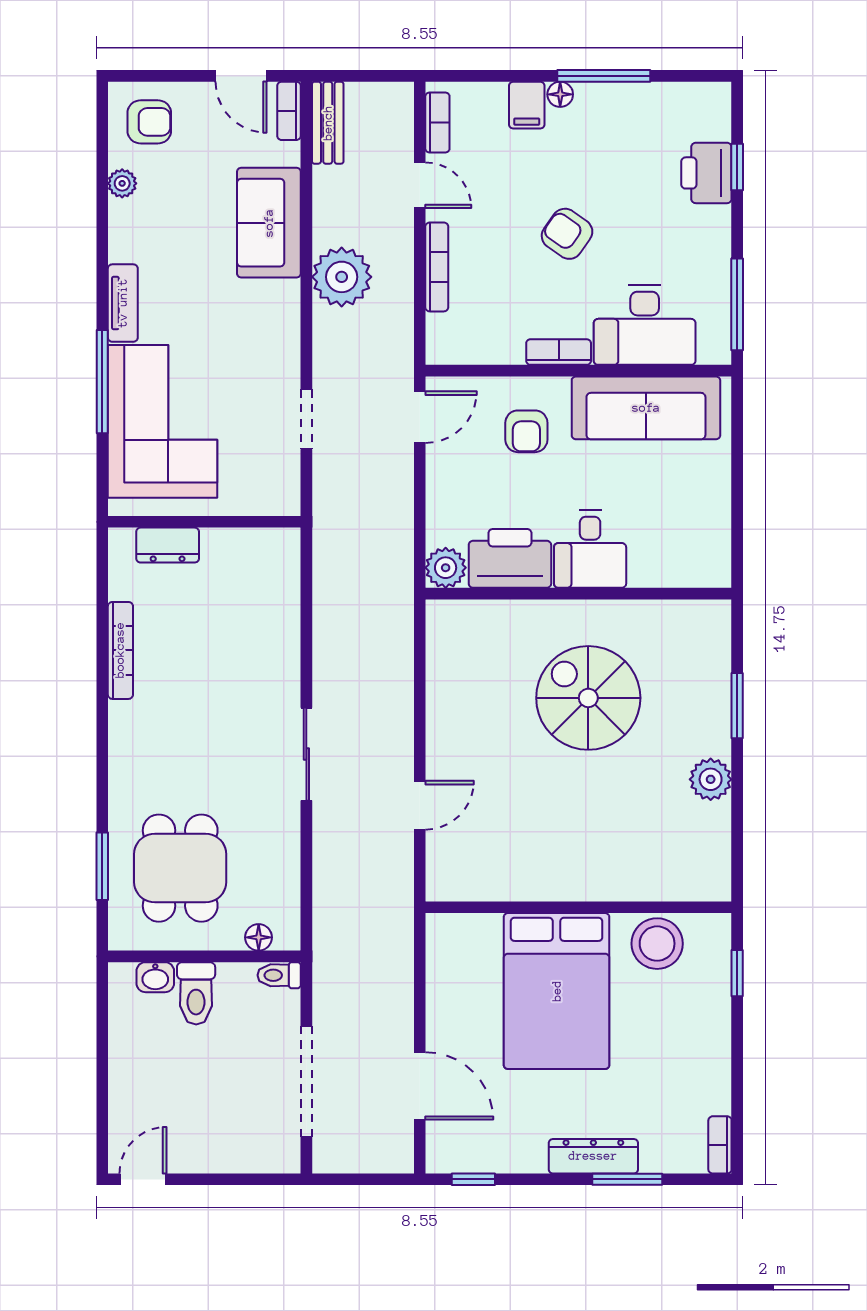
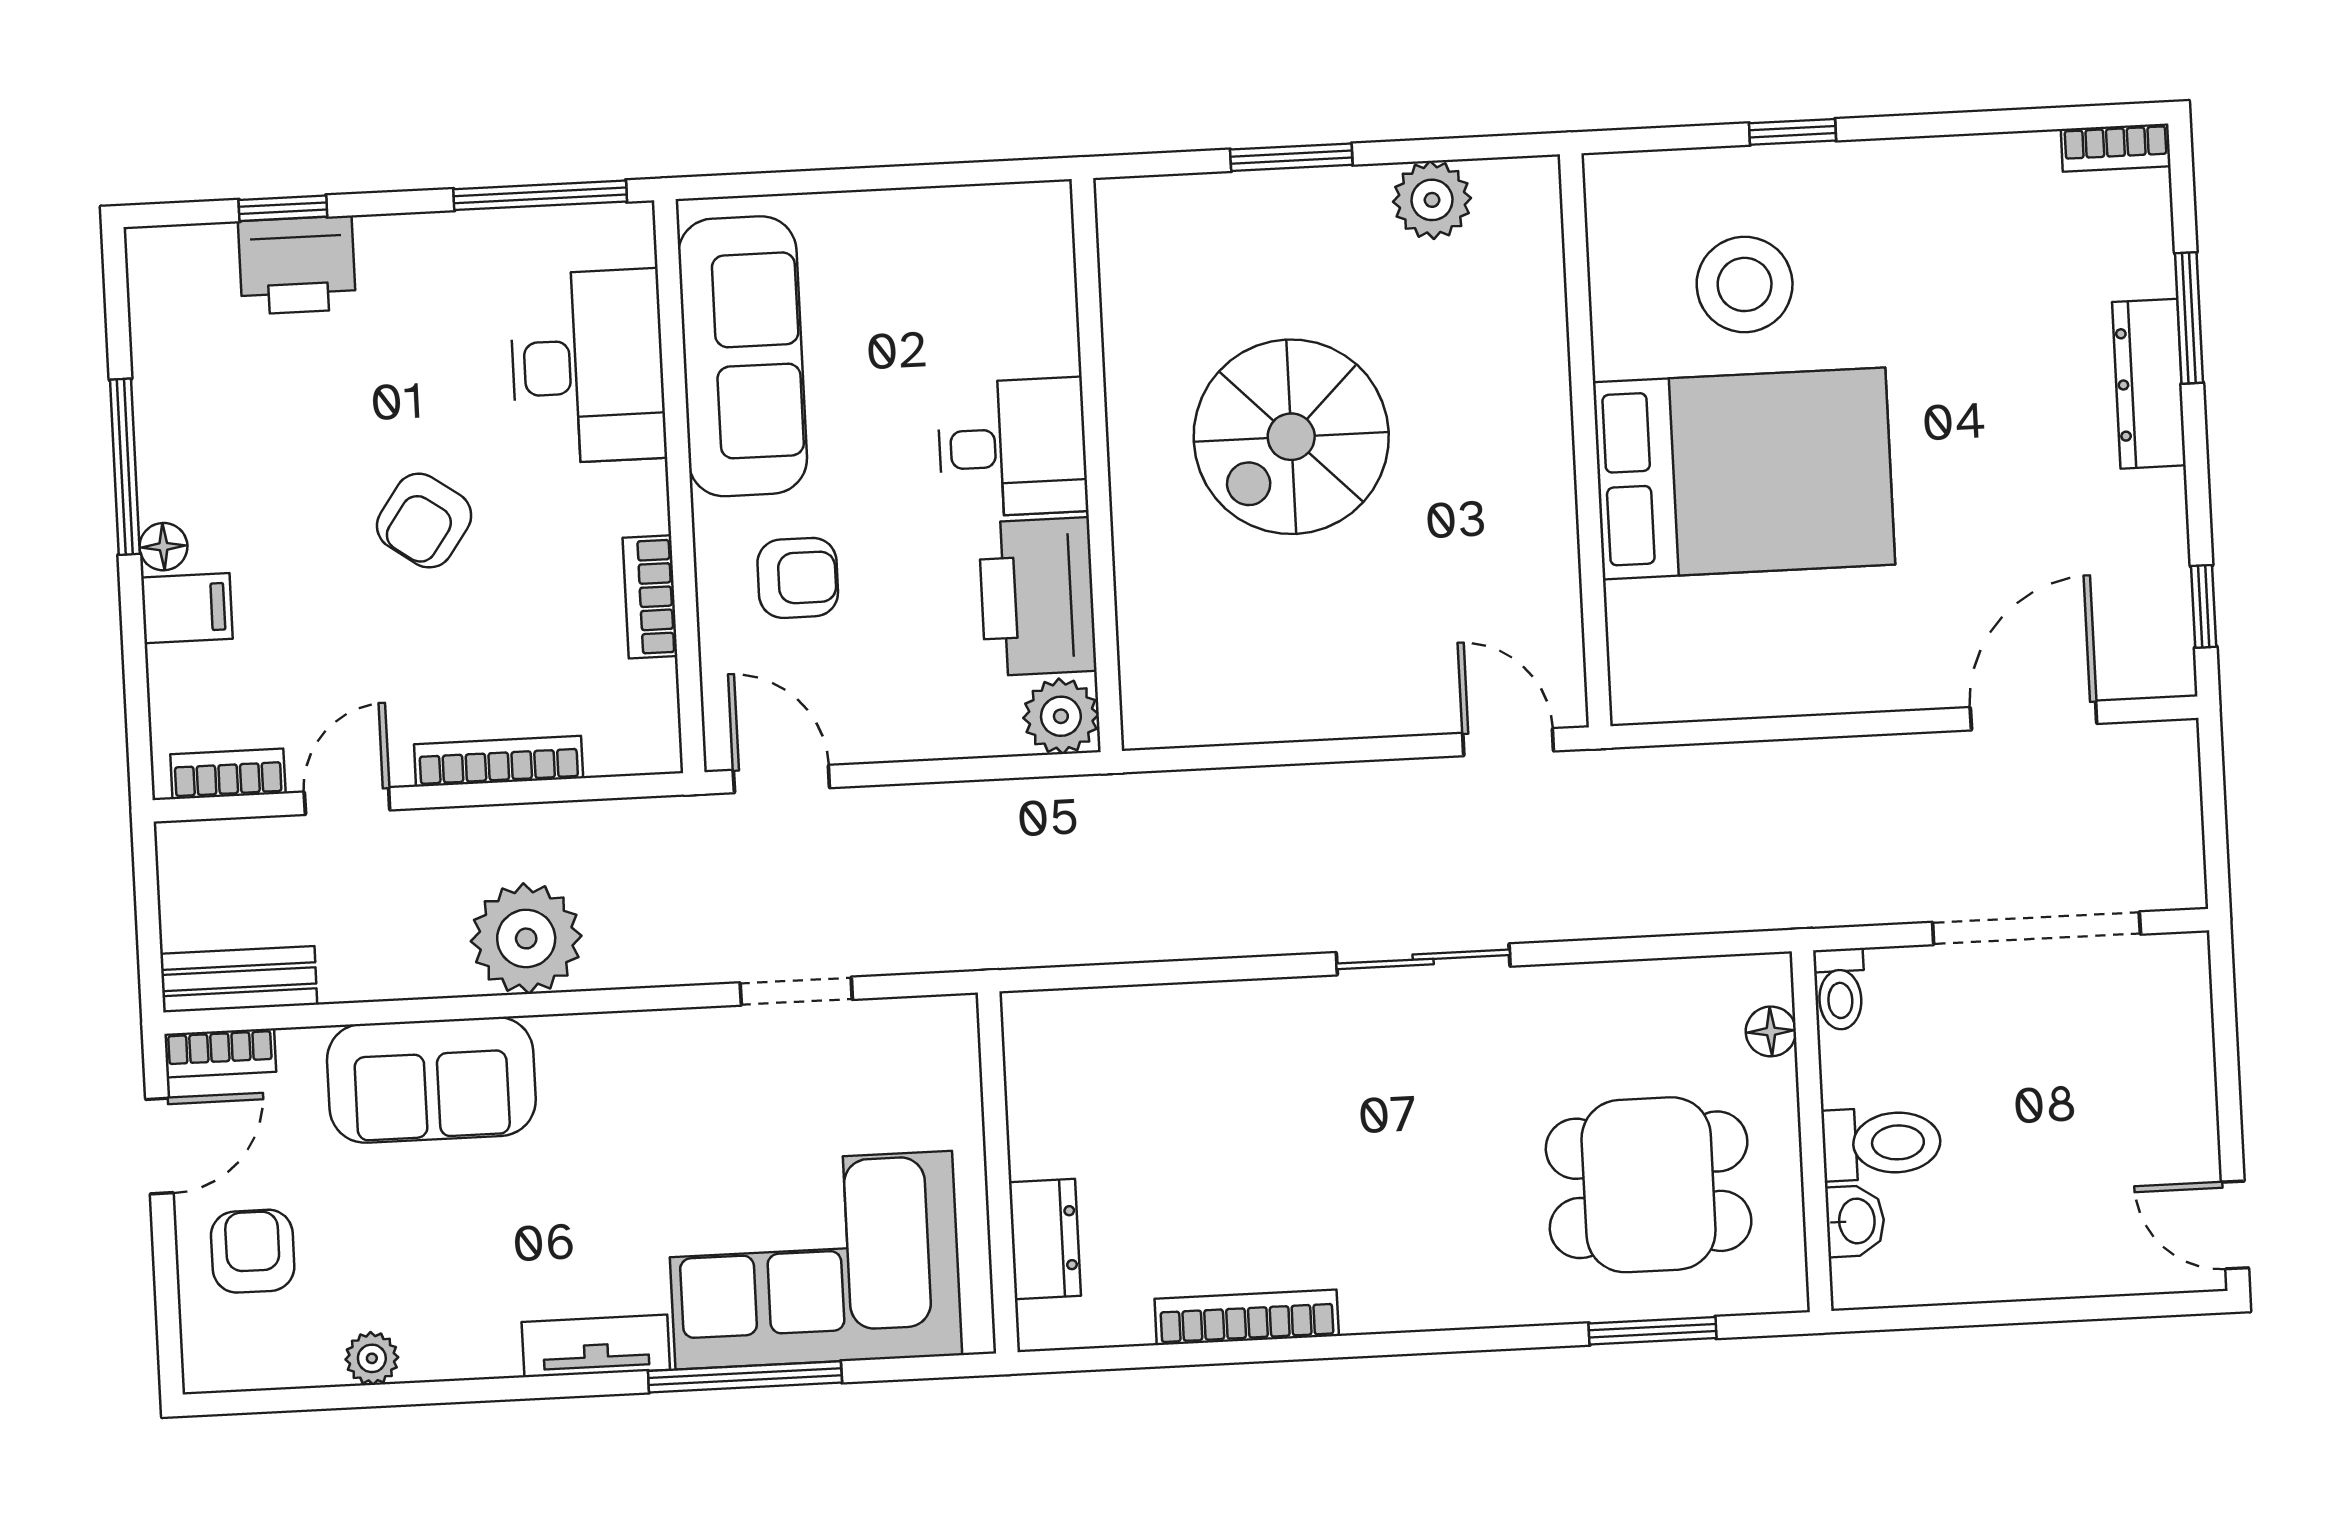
armchair: (149, 122) -> (253, 1251), moved
bookcase: (559, 352) -> (650, 597), moved
wall: (578, 907) -> (1585, 440), moved
bed: (557, 991) -> (1744, 473), moved

